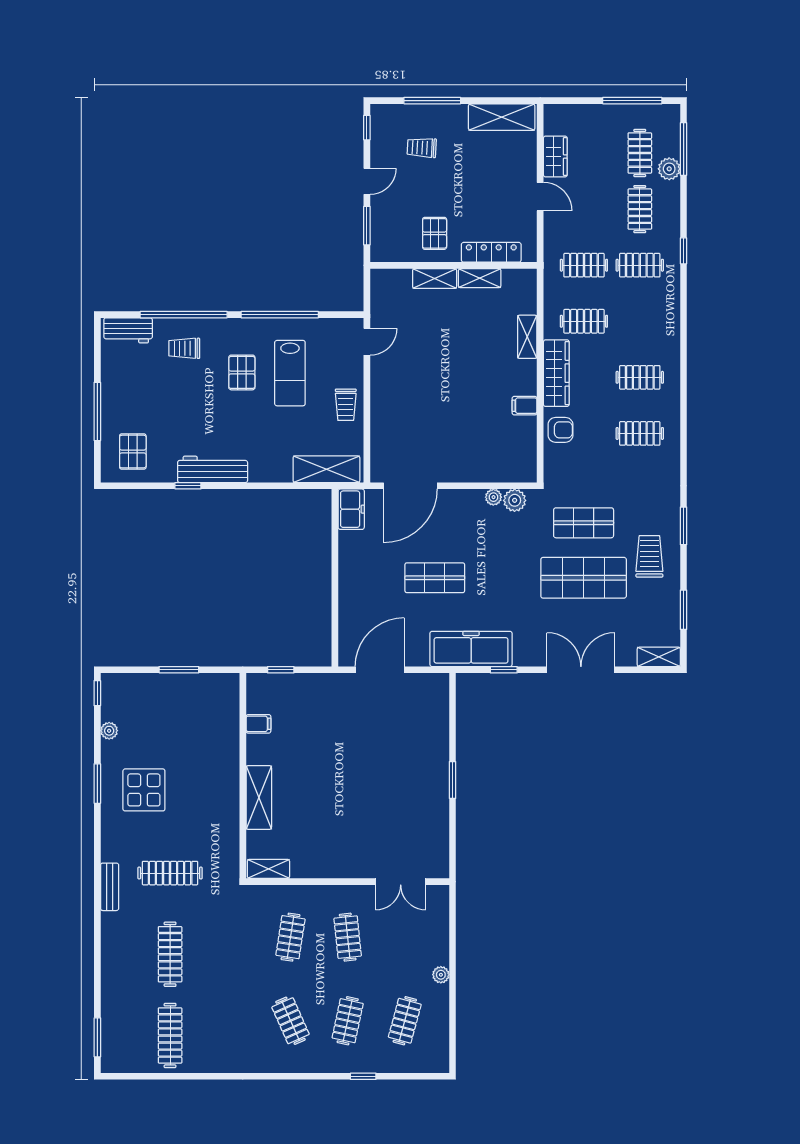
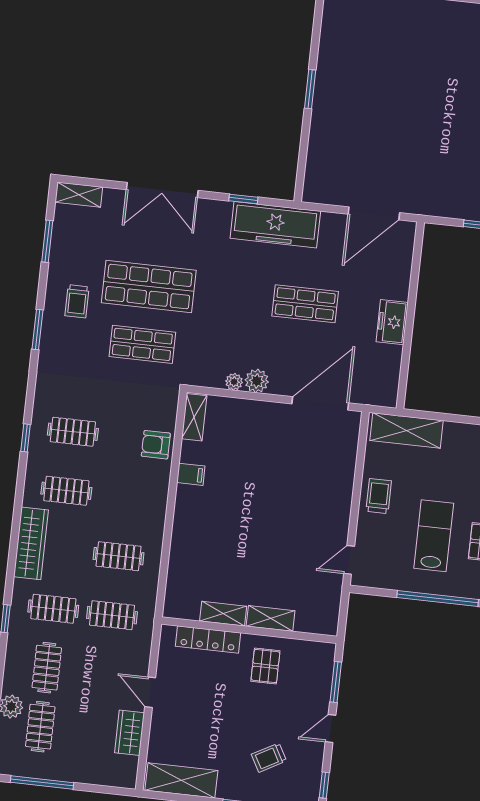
trolley: (422, 148) -> (269, 758), turned 148
shelving: (527, 337) -> (194, 417), moved
wardrobe: (556, 373) -> (31, 543), moved, turned 180
window: (684, 423) -> (26, 438), added
plant: (515, 500) -> (257, 381), moved
freezer: (351, 509) -> (392, 322), moved
trolley: (649, 556) -> (77, 301), width x0.73, depth x0.72

